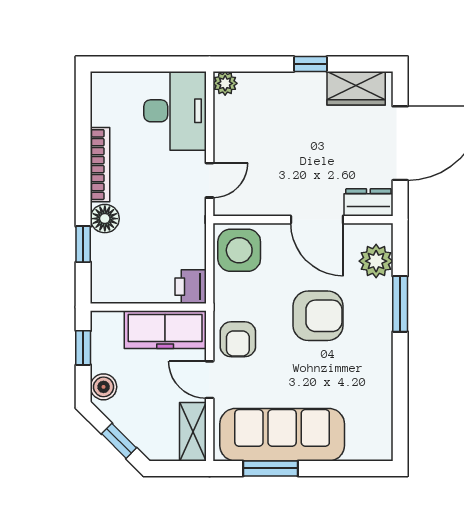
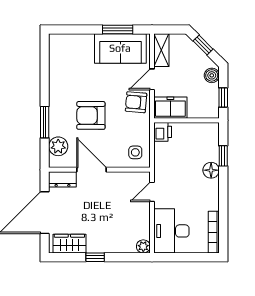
bookcase: (100, 165) -> (214, 232), moved
side table: (239, 250) -> (135, 152), width x0.54, depth x0.54
freezer: (165, 330) -> (170, 108), width x0.71
armchair: (238, 339) -> (136, 102), turned -85
door: (210, 380) -> (152, 79), swing flipped
sofa: (282, 435) -> (120, 48), width x0.73

